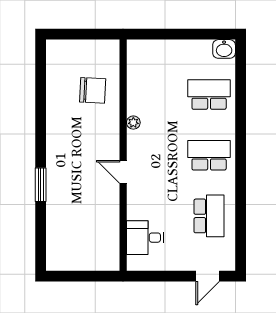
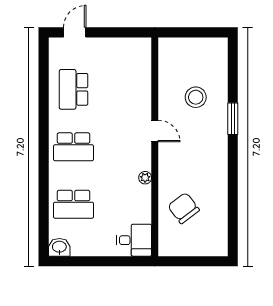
chair: (93, 90) -> (184, 208), turned 50
stool: (80, 208) -> (196, 97), added
desk: (145, 238) -> (134, 240), moved

